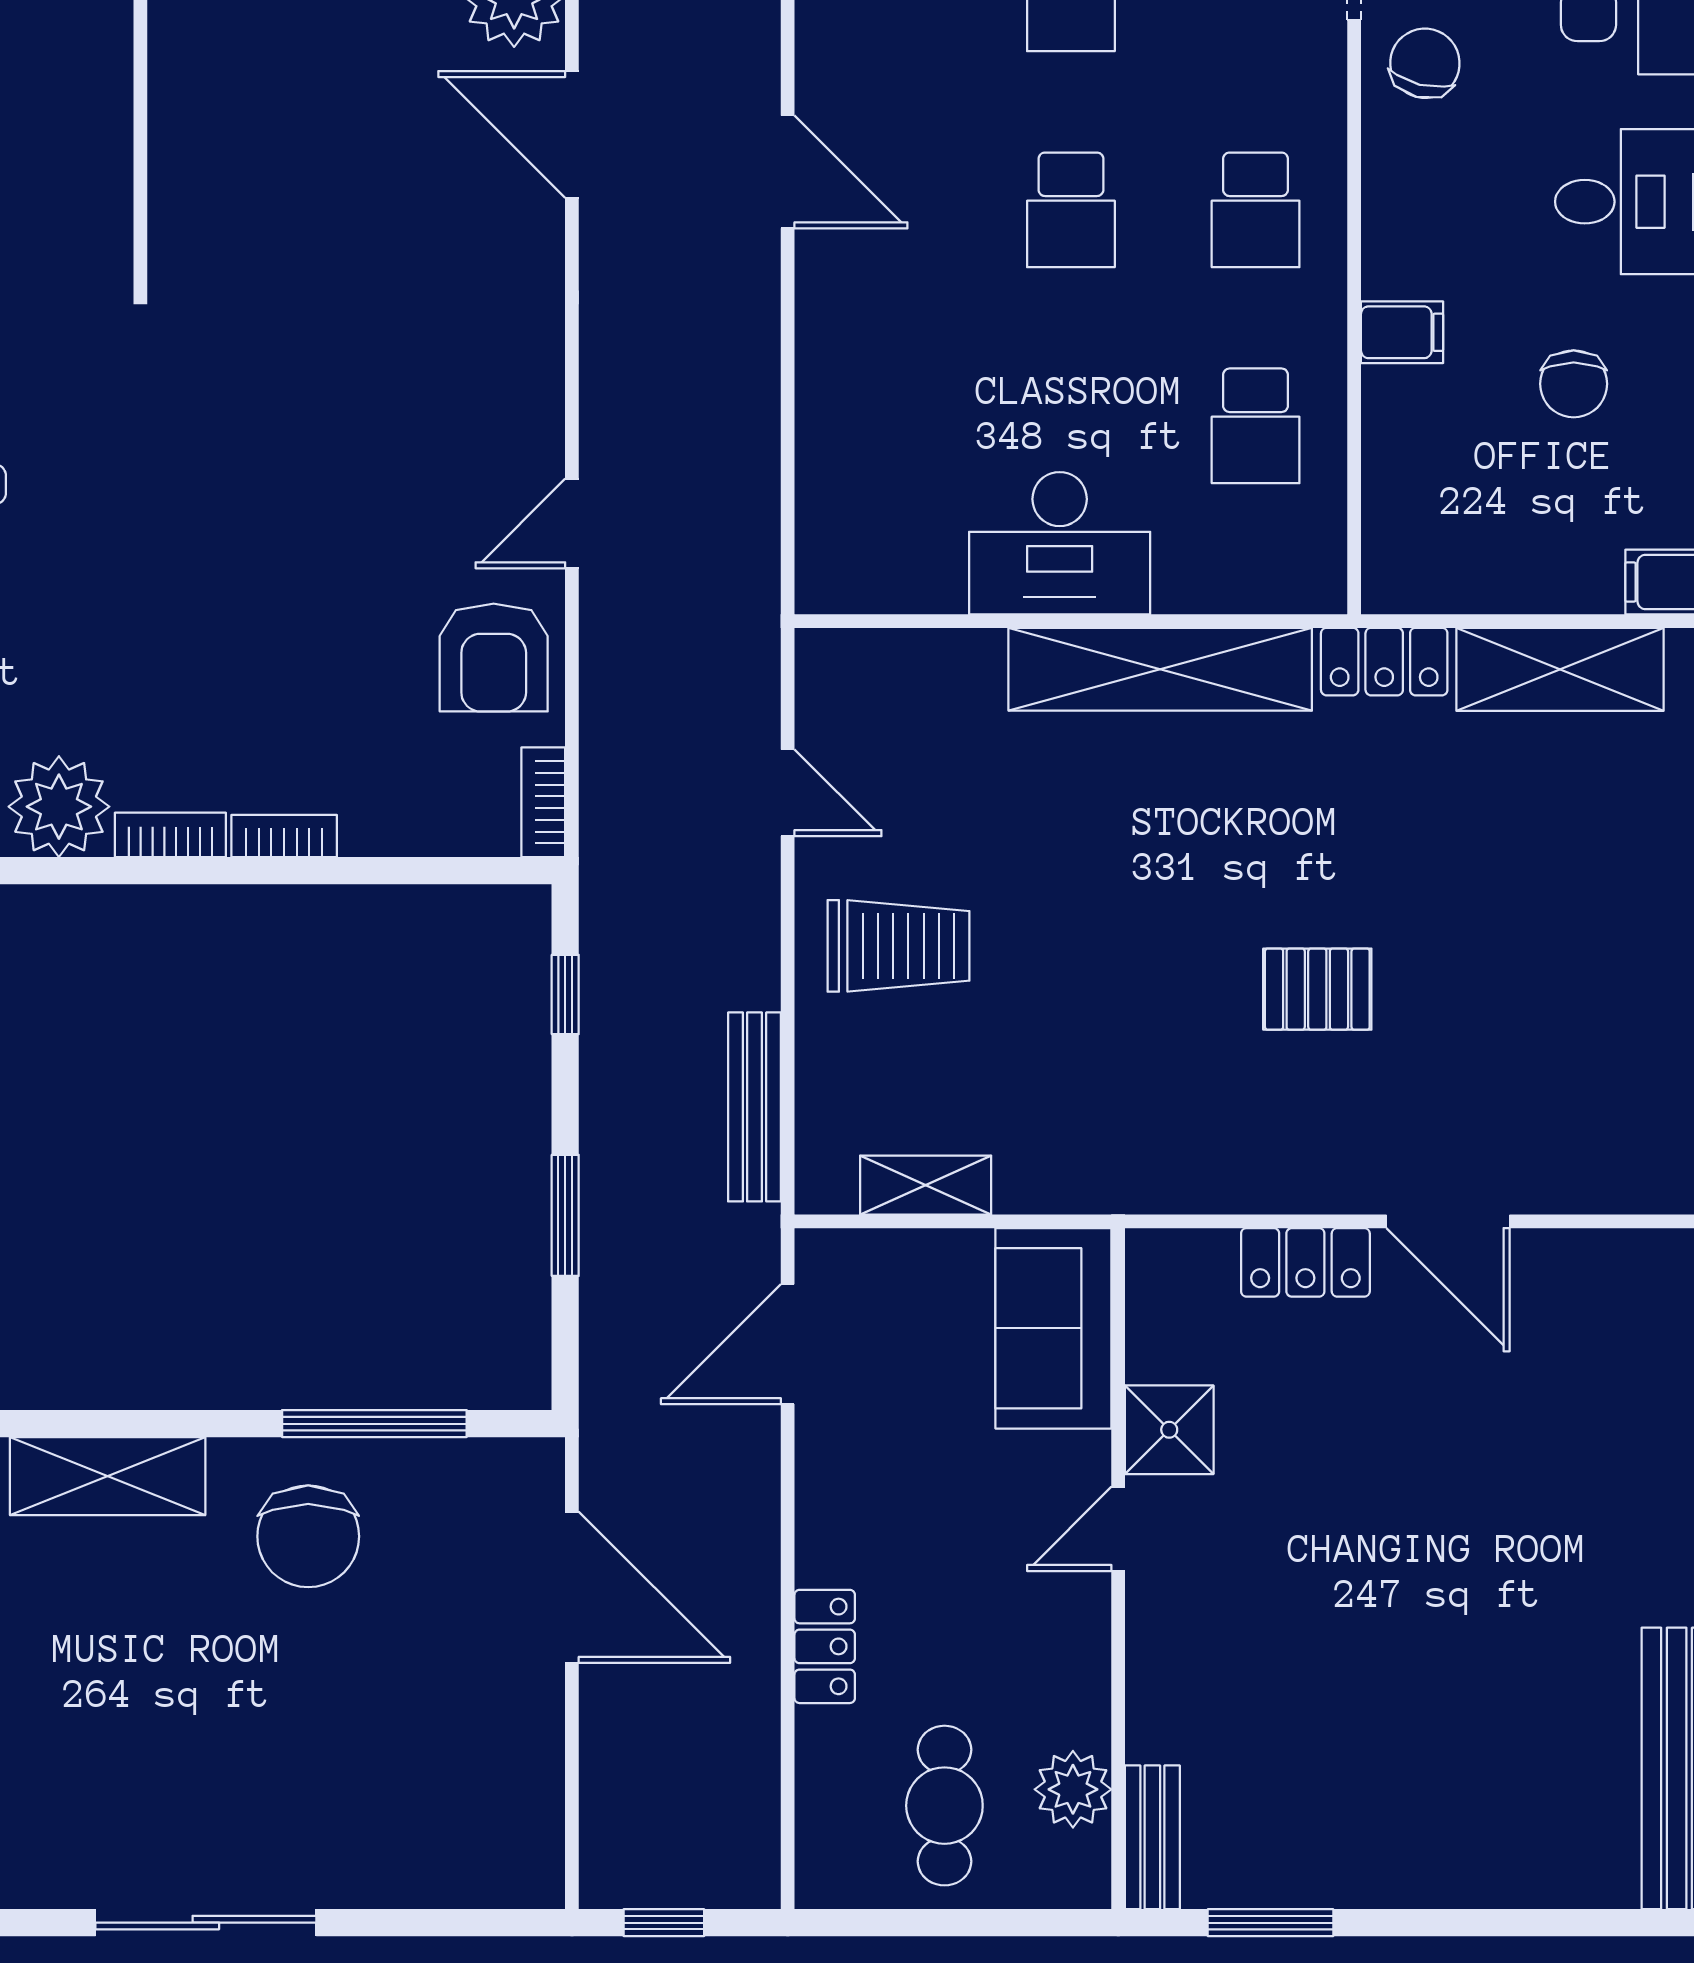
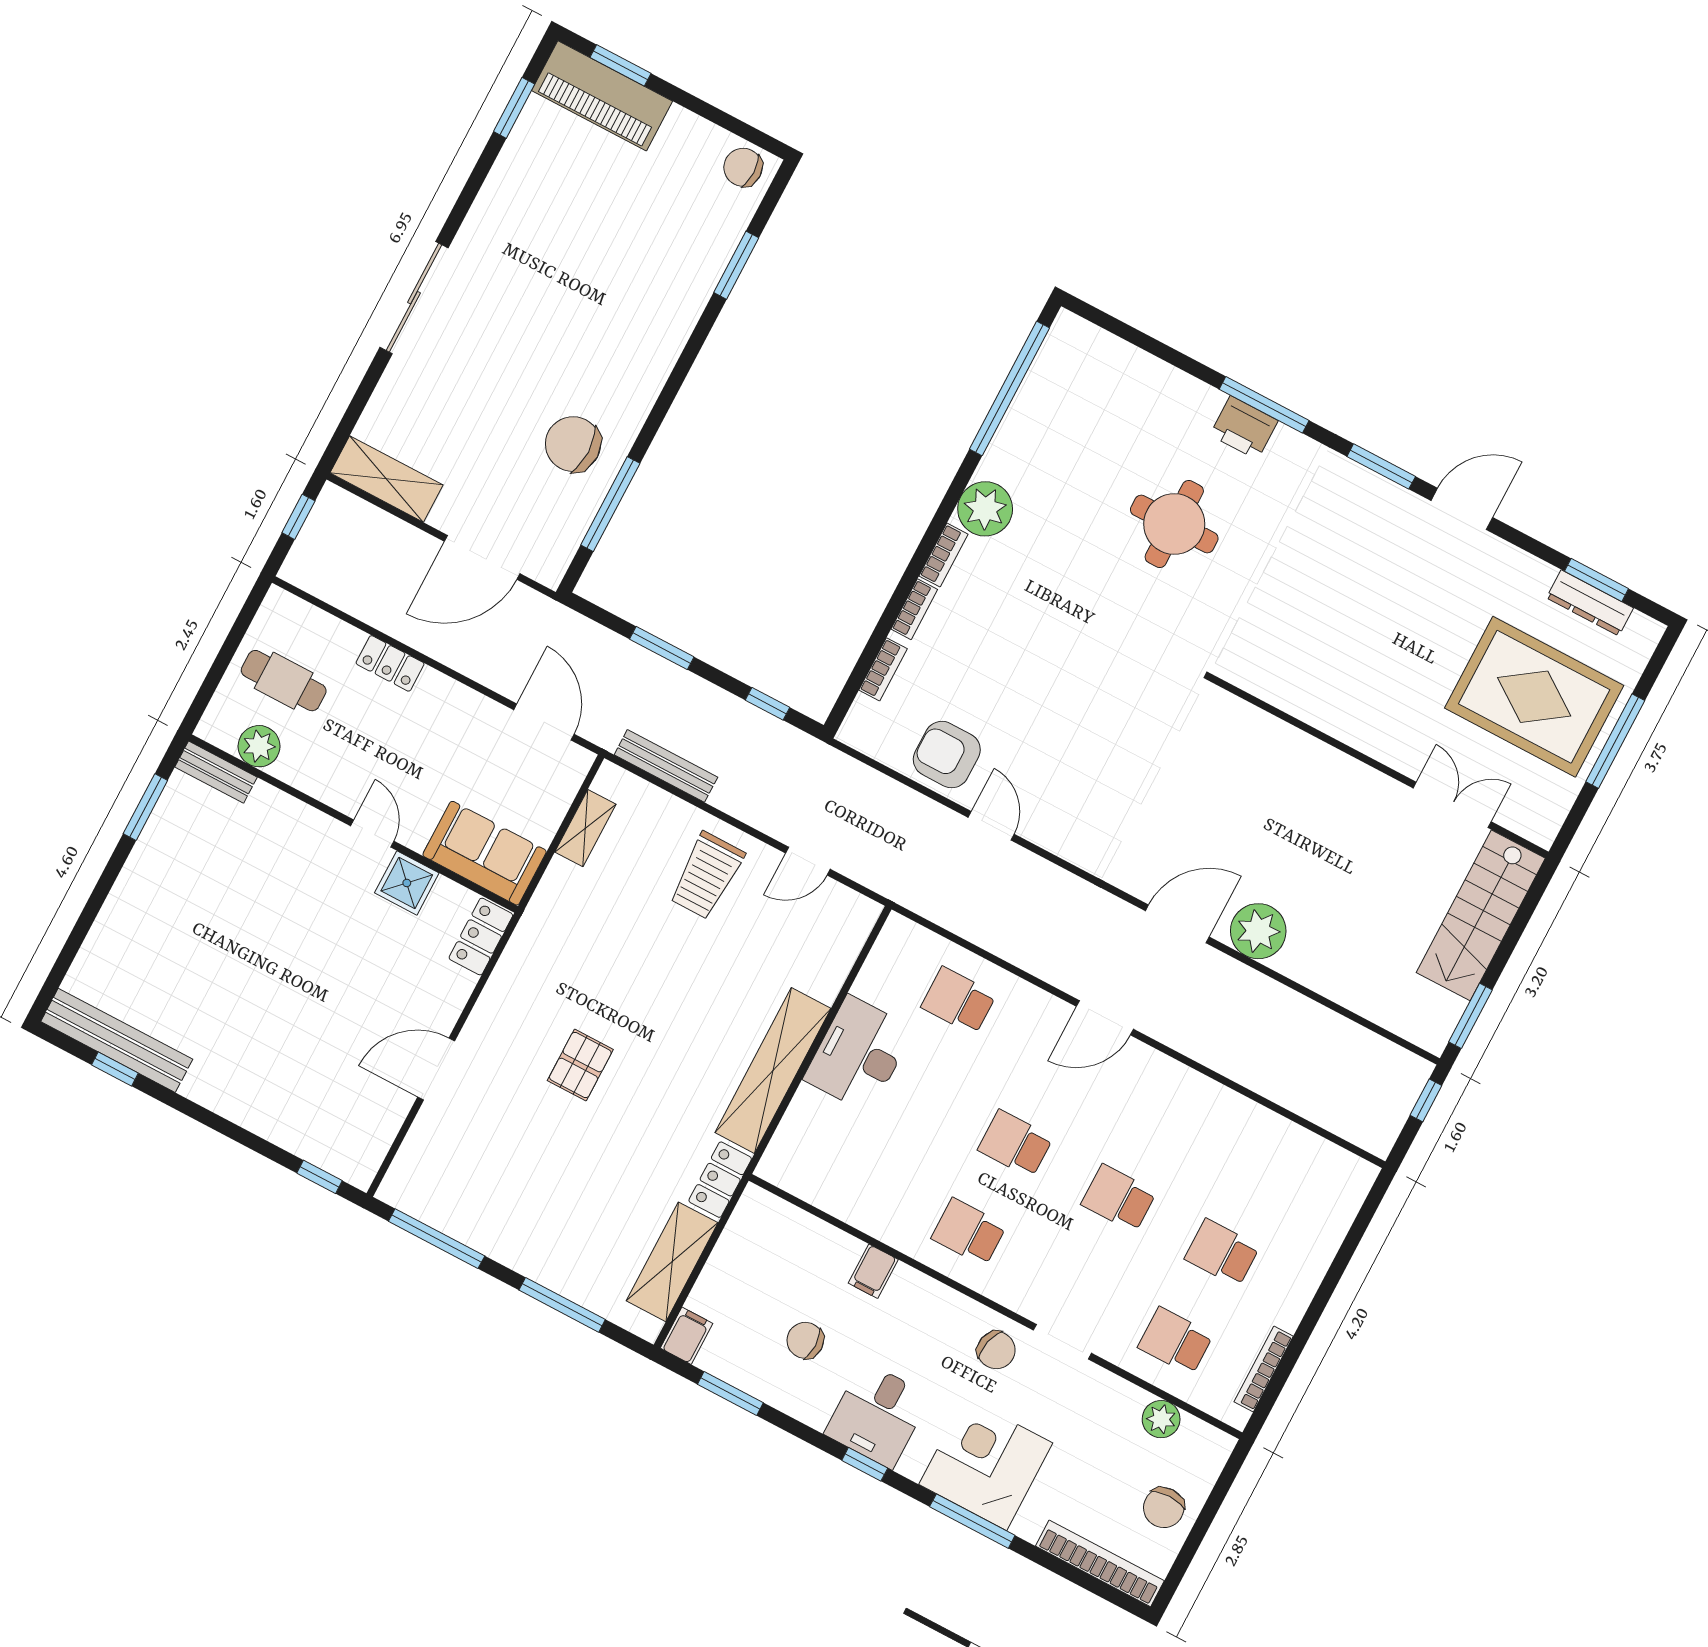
school desk: (1256, 426) -> (959, 1001), moved
bookcase: (543, 802) -> (883, 669), moved, turned 90
locker: (1305, 1262) -> (481, 937), moved
shelving: (108, 1476) -> (386, 479), moved, turned 90

